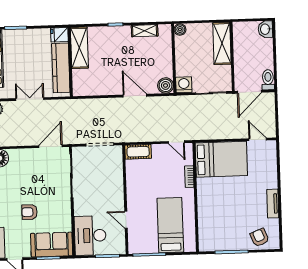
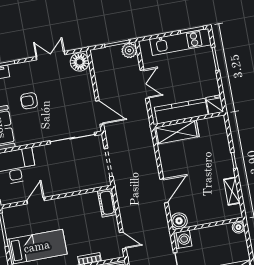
shelving: (79, 48) -> (177, 132), moved
door: (176, 142) -> (123, 240), swing flipped
armchair: (29, 212) -> (29, 101), turned -90

